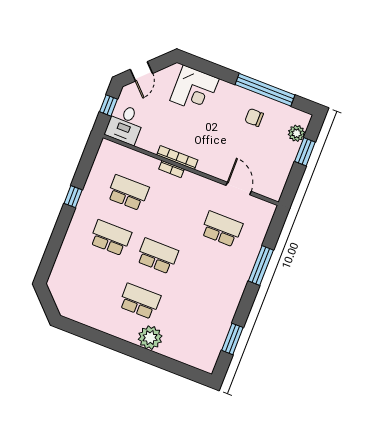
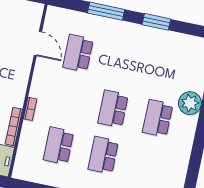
bookcase: (177, 157) -> (14, 127), moved
door: (239, 188) -> (38, 44), swing flipped
window: (232, 339) -> (156, 22), moved

